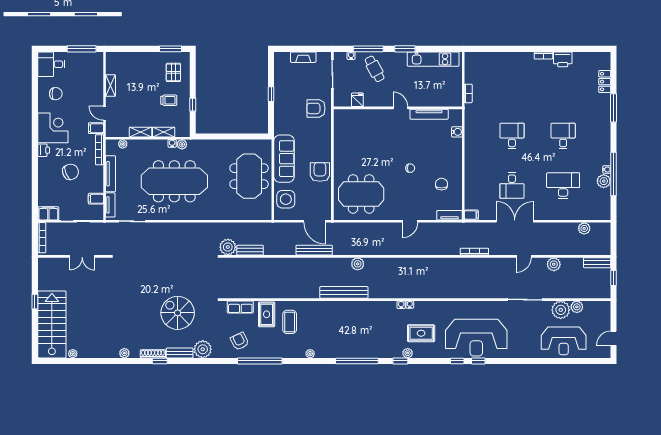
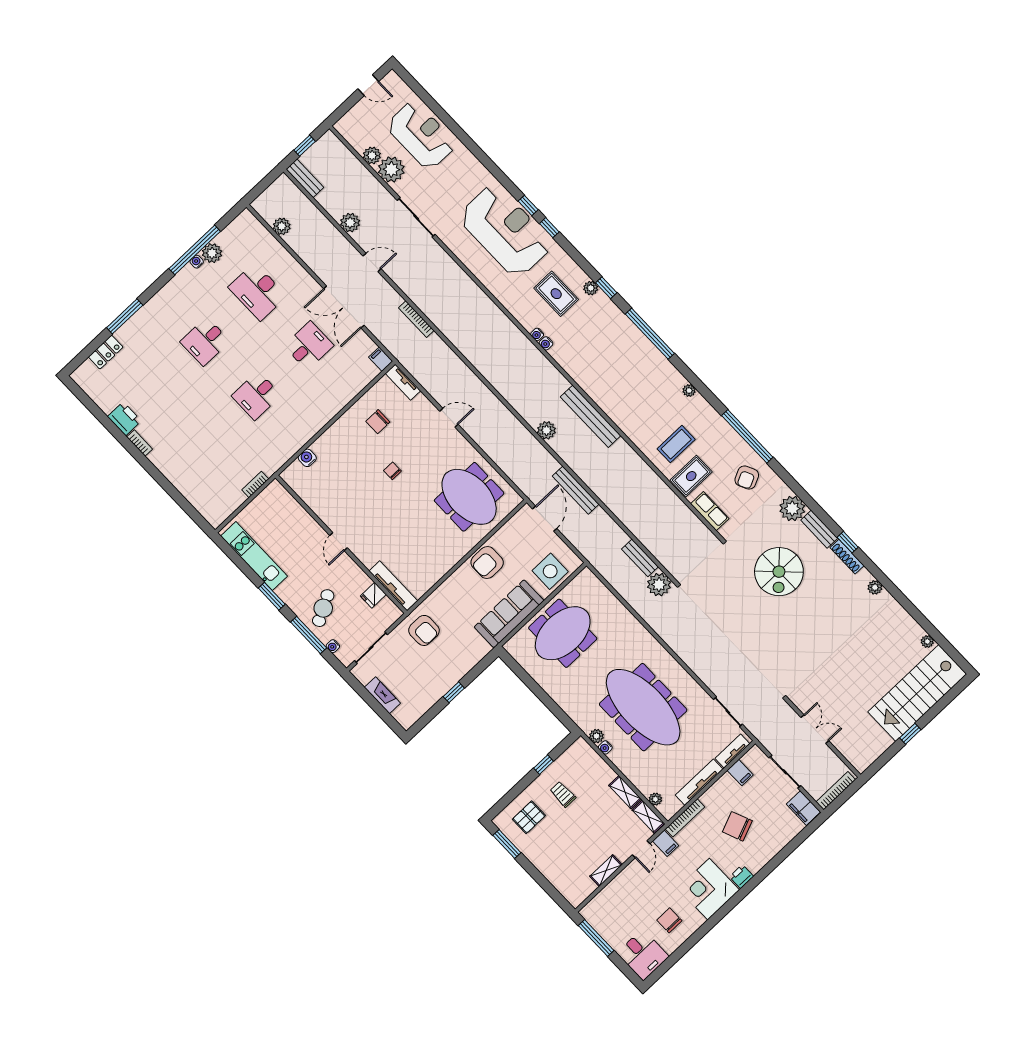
tv unit: (429, 114) -> (393, 586), moved
shelving: (164, 132) -> (648, 817), moved

